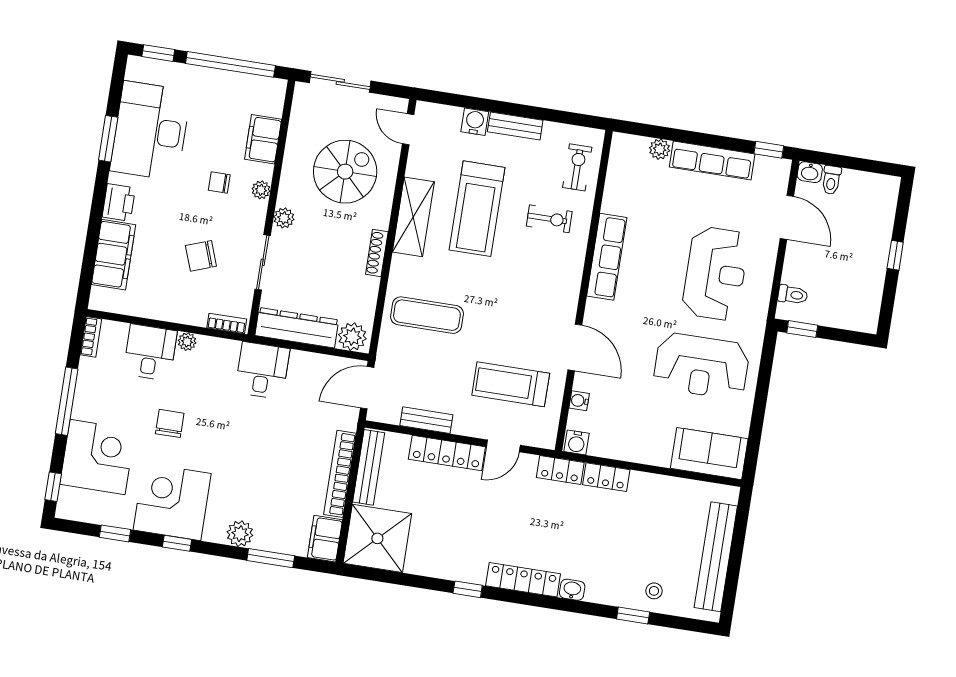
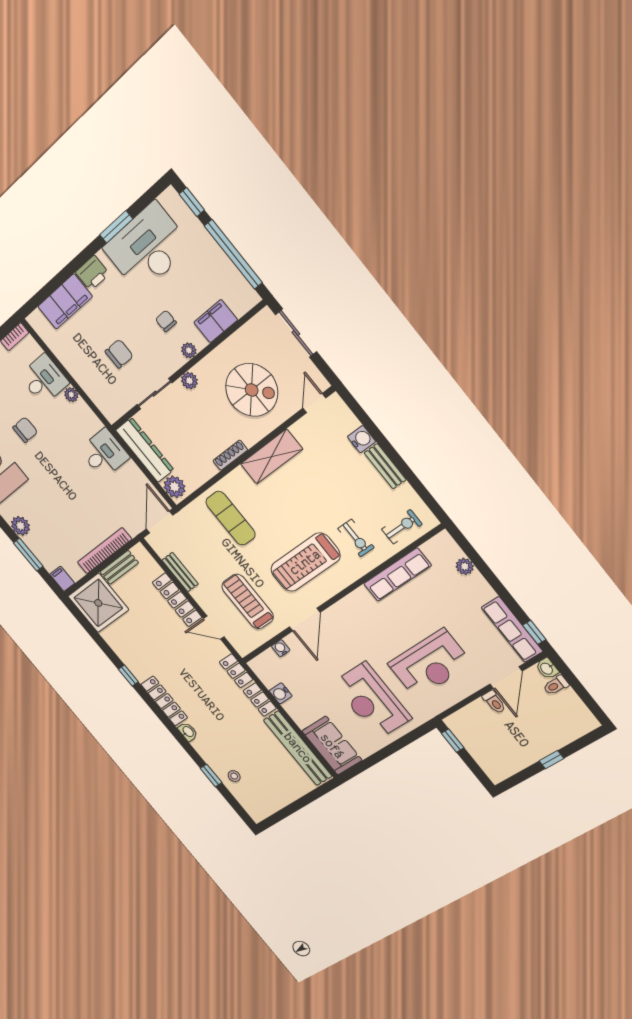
row of seats: (712, 160) -> (512, 629), moved
treadmill: (477, 209) -> (305, 562), moved
chair: (201, 256) -> (119, 354), turned 110
row of seats: (607, 257) -> (397, 575), moved
toilet: (793, 295) -> (494, 702), moved
bookcase: (227, 323) -> (104, 407), removed
door: (367, 388) -> (160, 522), hinge flipped
water cooler: (577, 442) -> (281, 693), moved
bench: (369, 467) -> (119, 567), width x0.73
filing cabinet: (325, 539) -> (62, 579), width x0.50
bench: (716, 557) -> (298, 748), moved, turned 90

